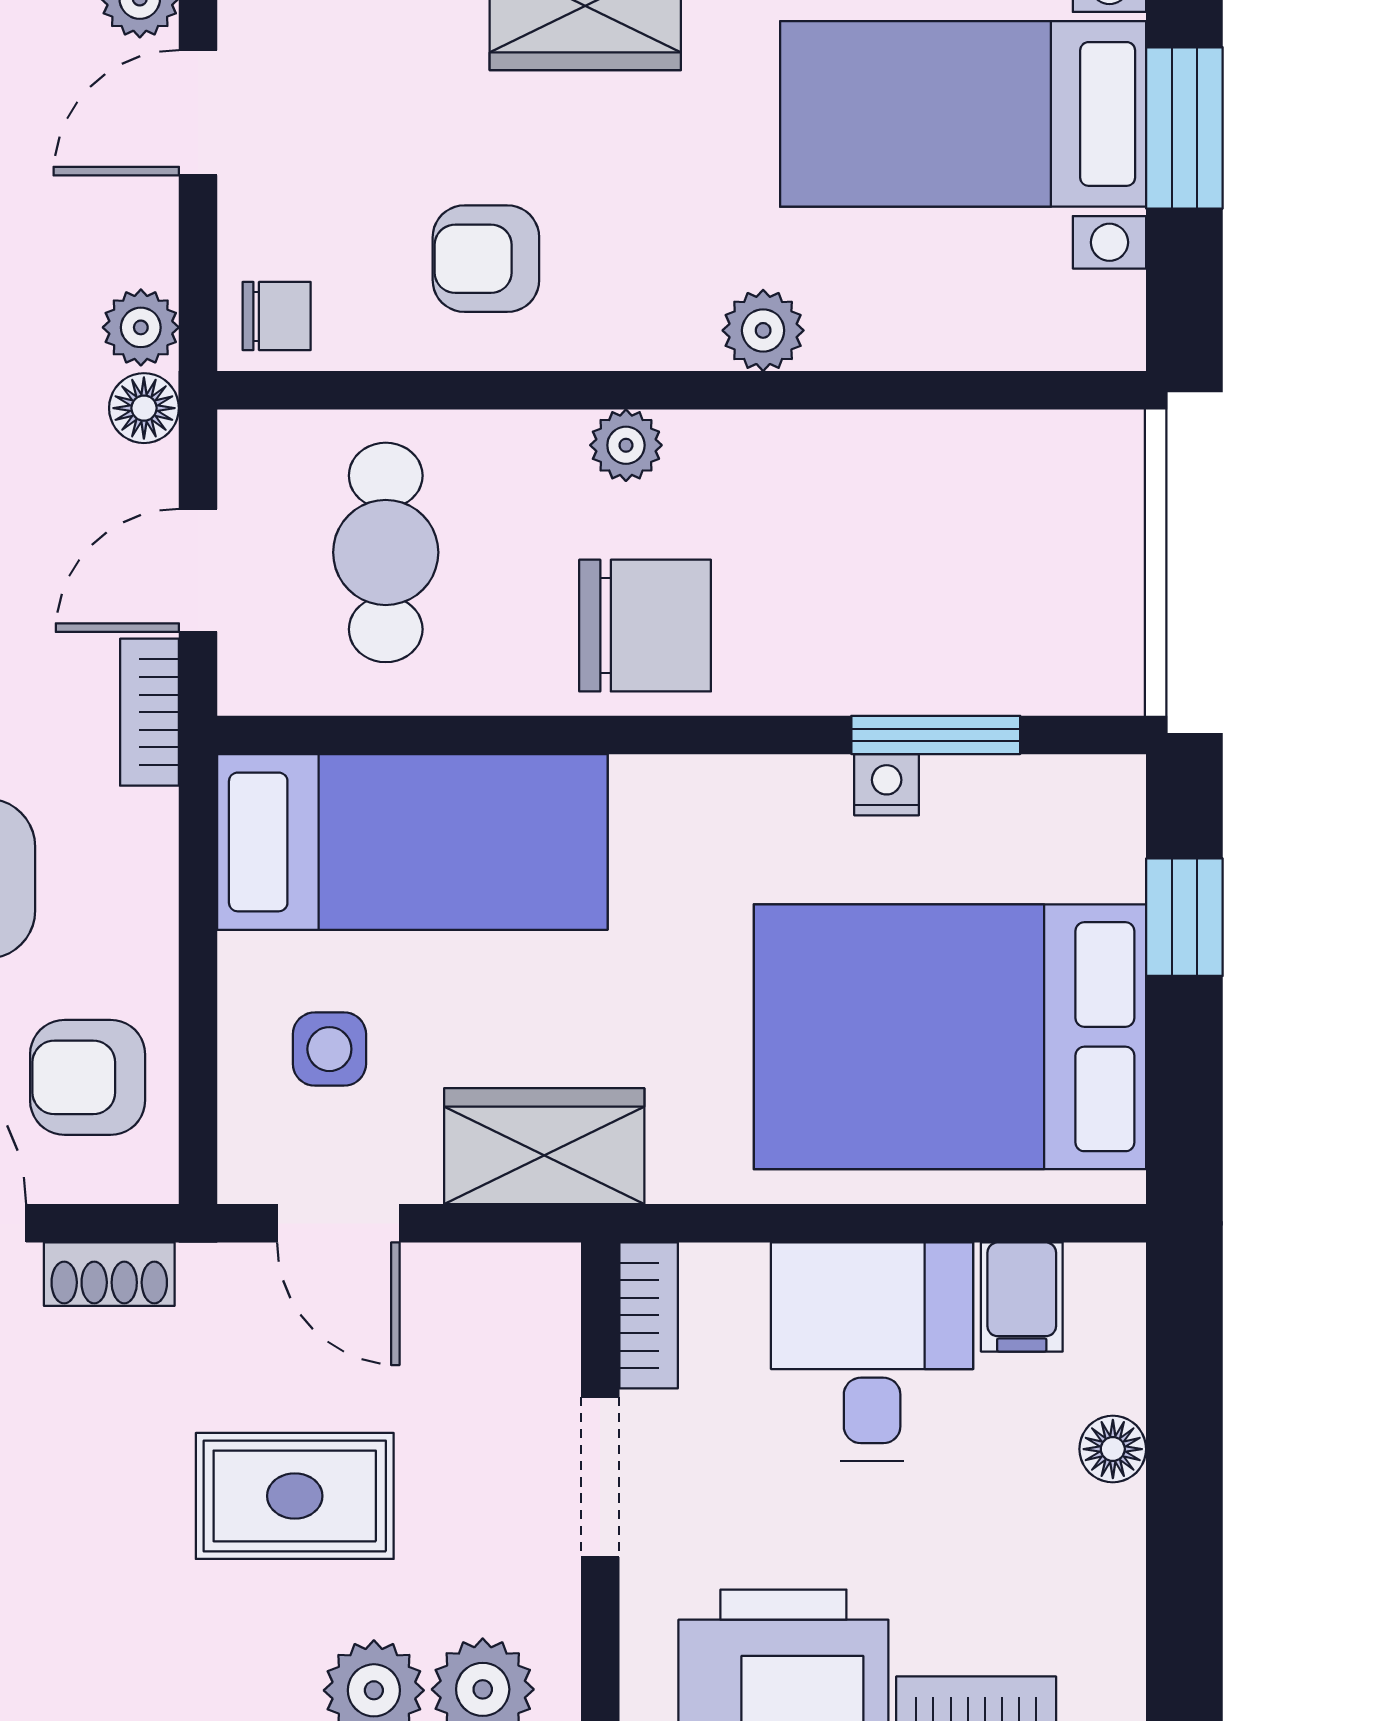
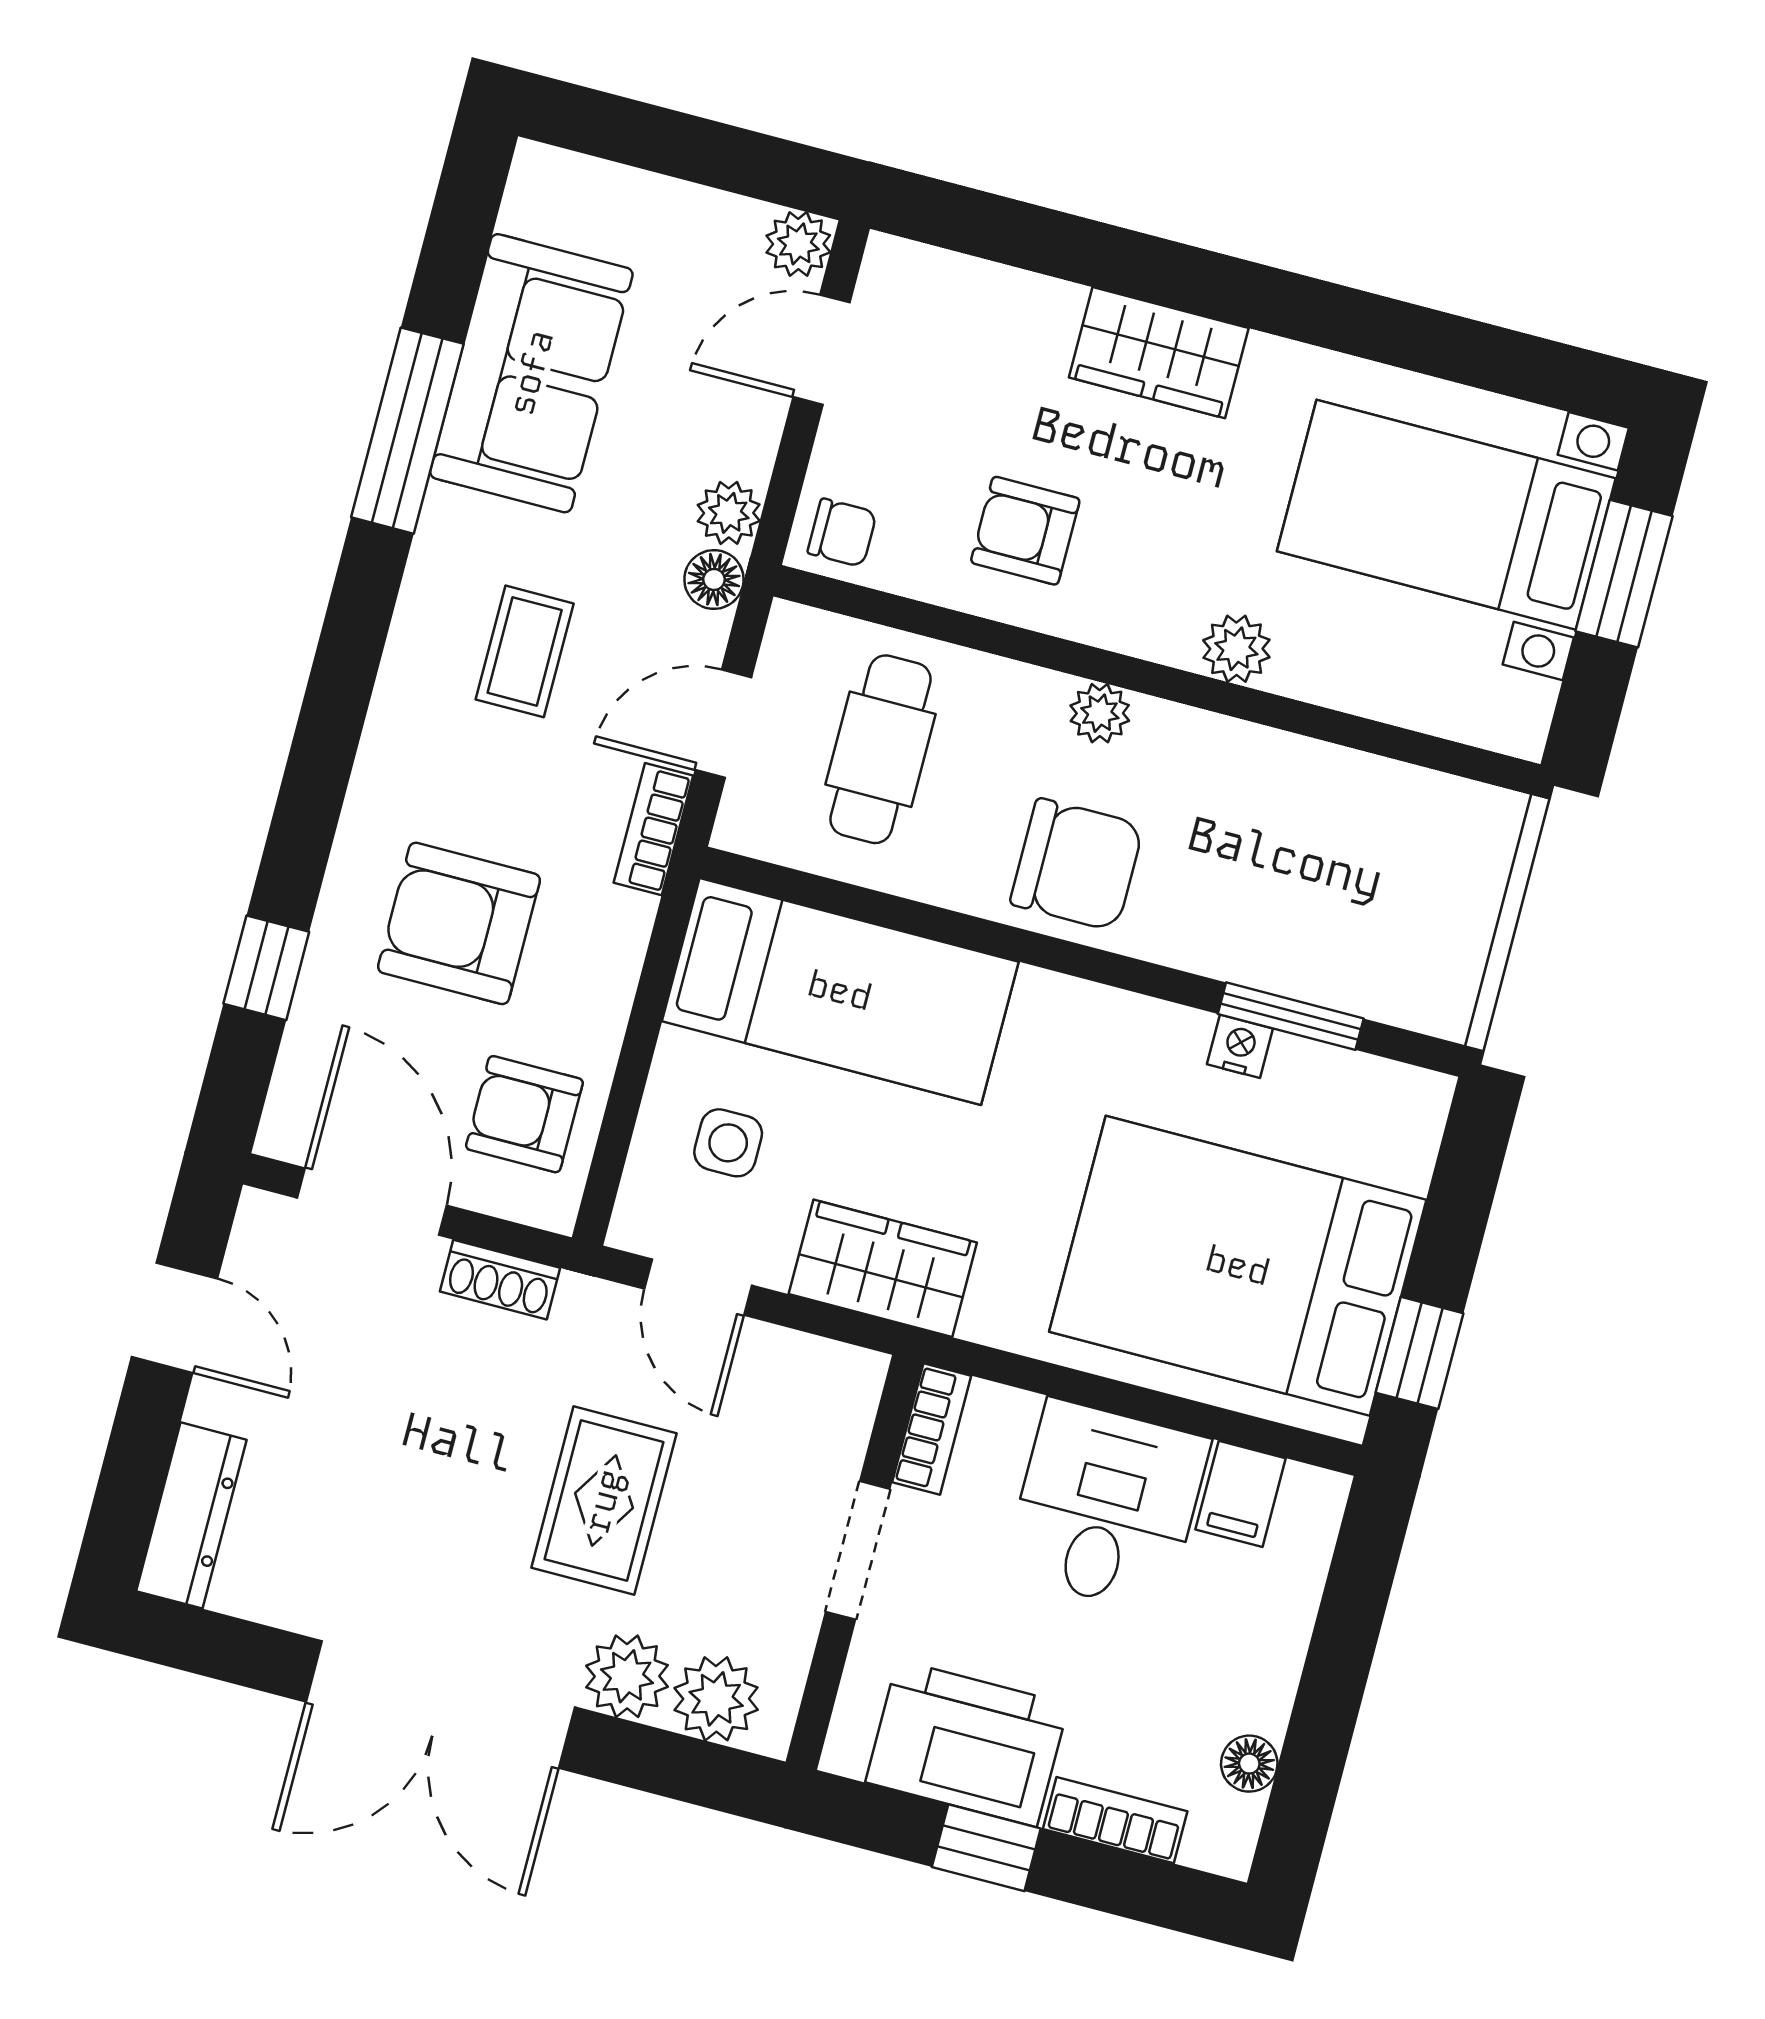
window: (1184, 917) -> (1419, 1353), moved
floor lamp: (1113, 1449) -> (1249, 1764), moved
rug: (295, 1496) -> (604, 1501), turned 90

